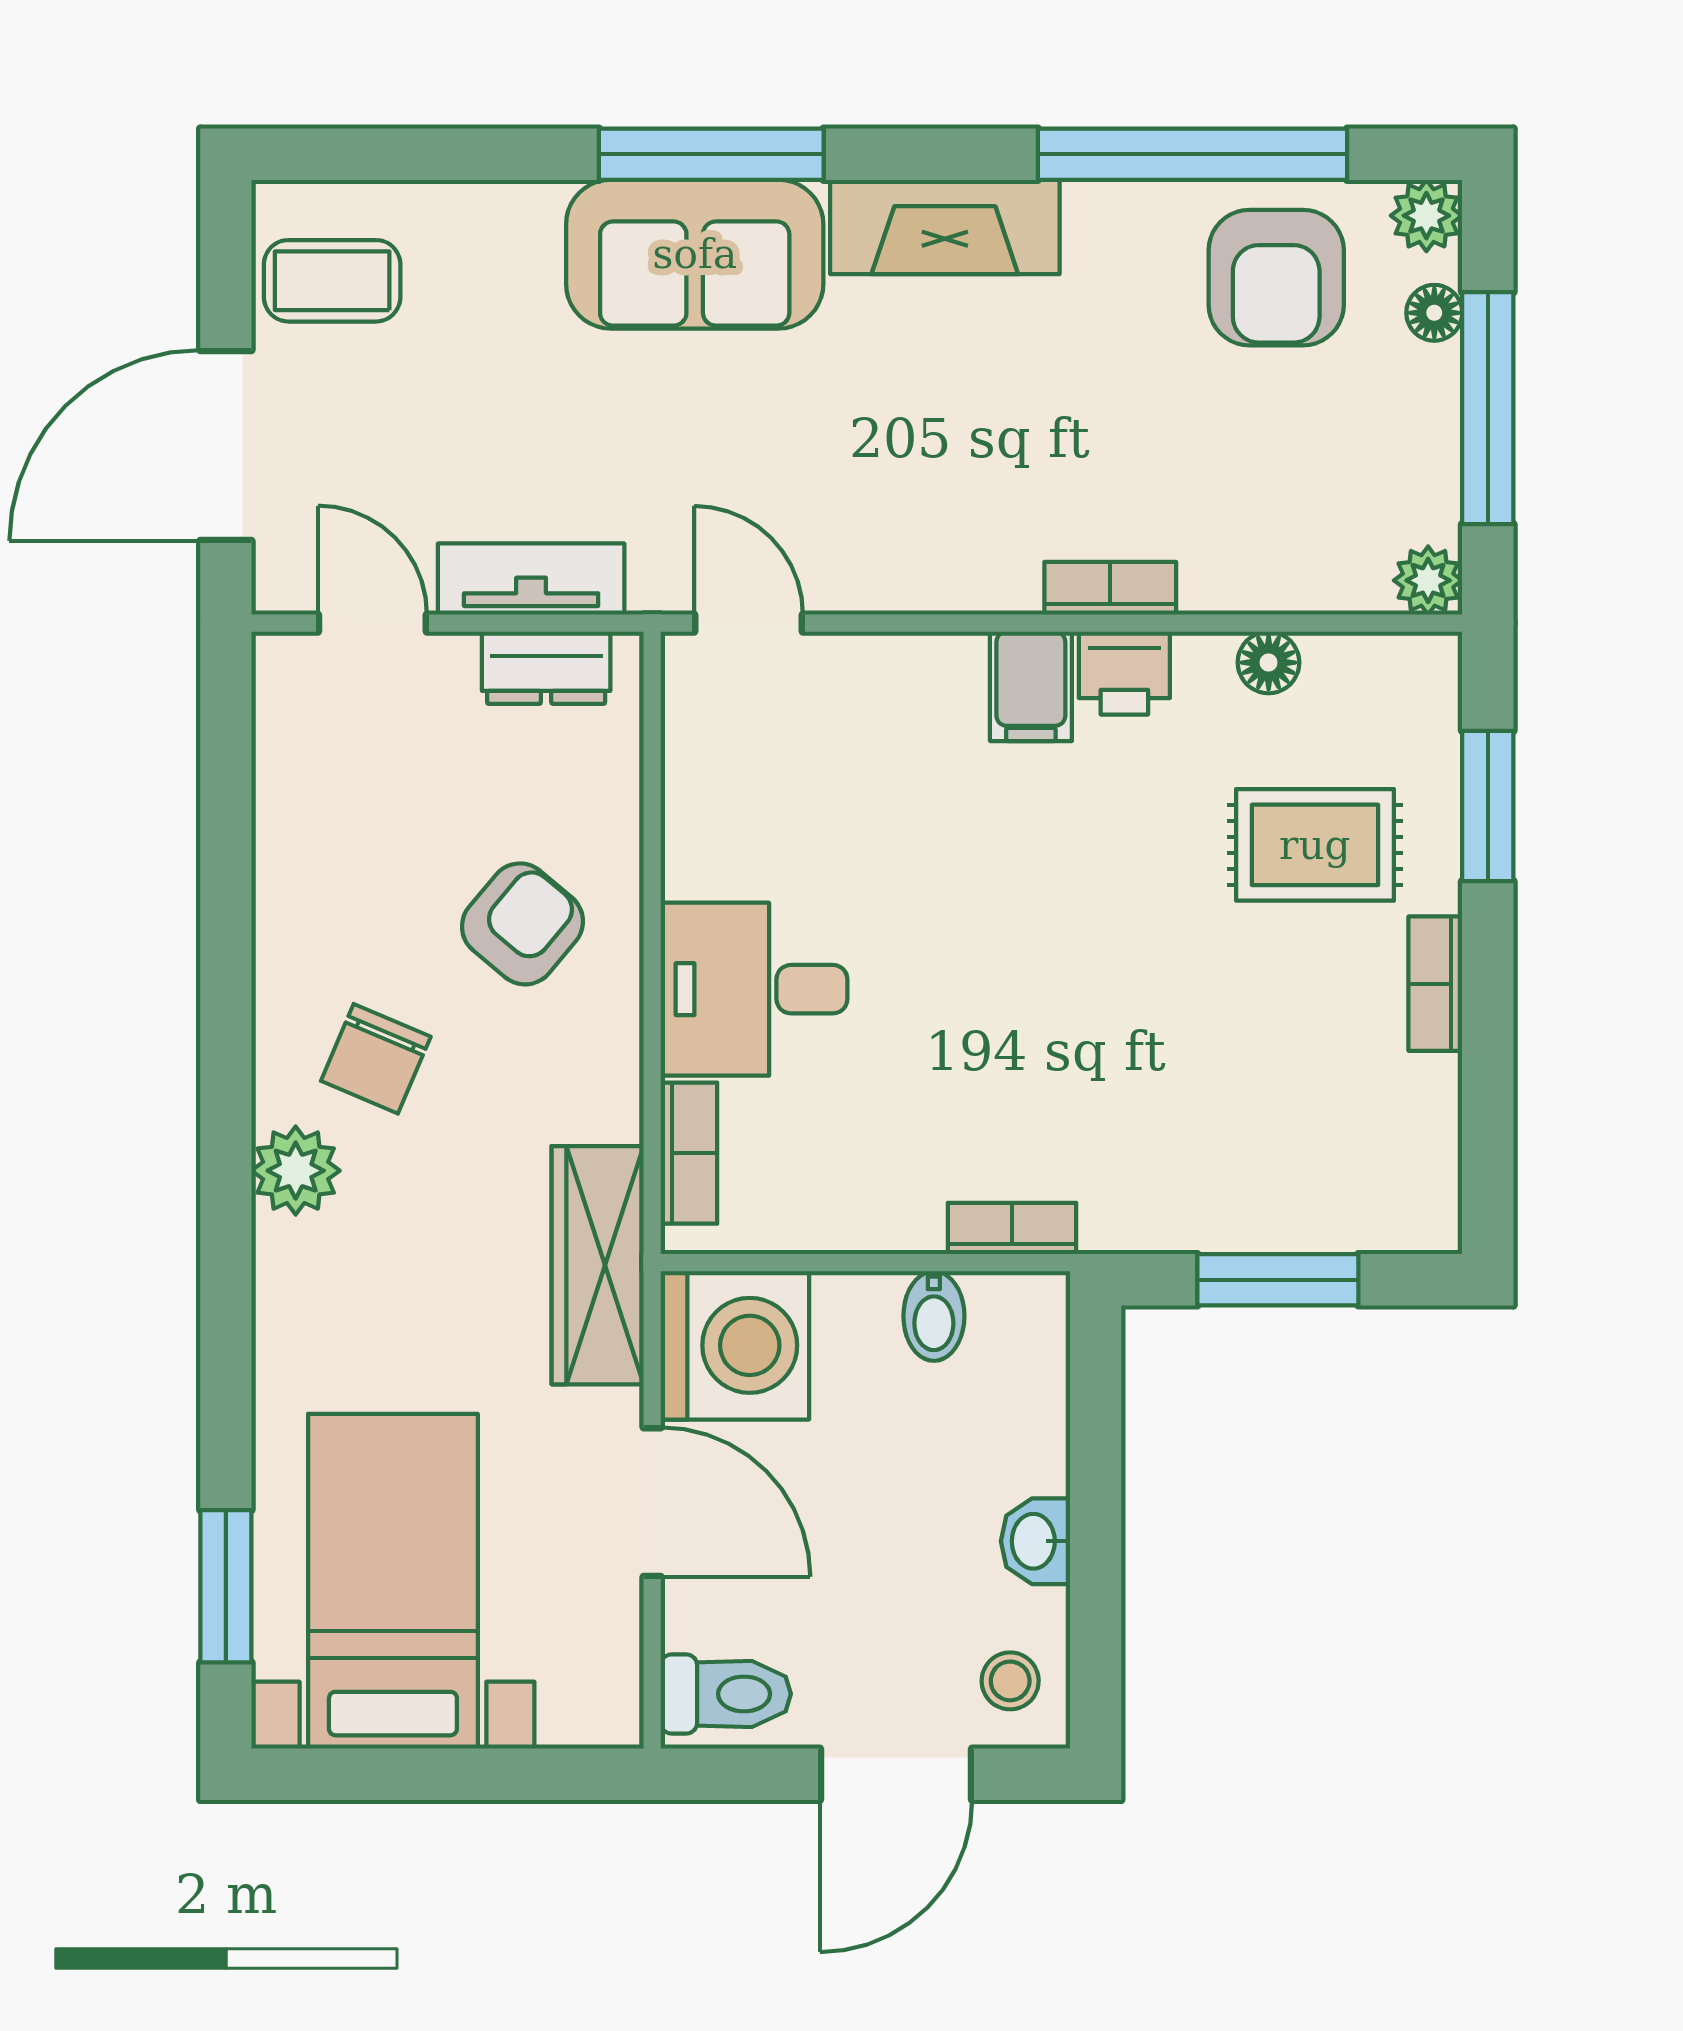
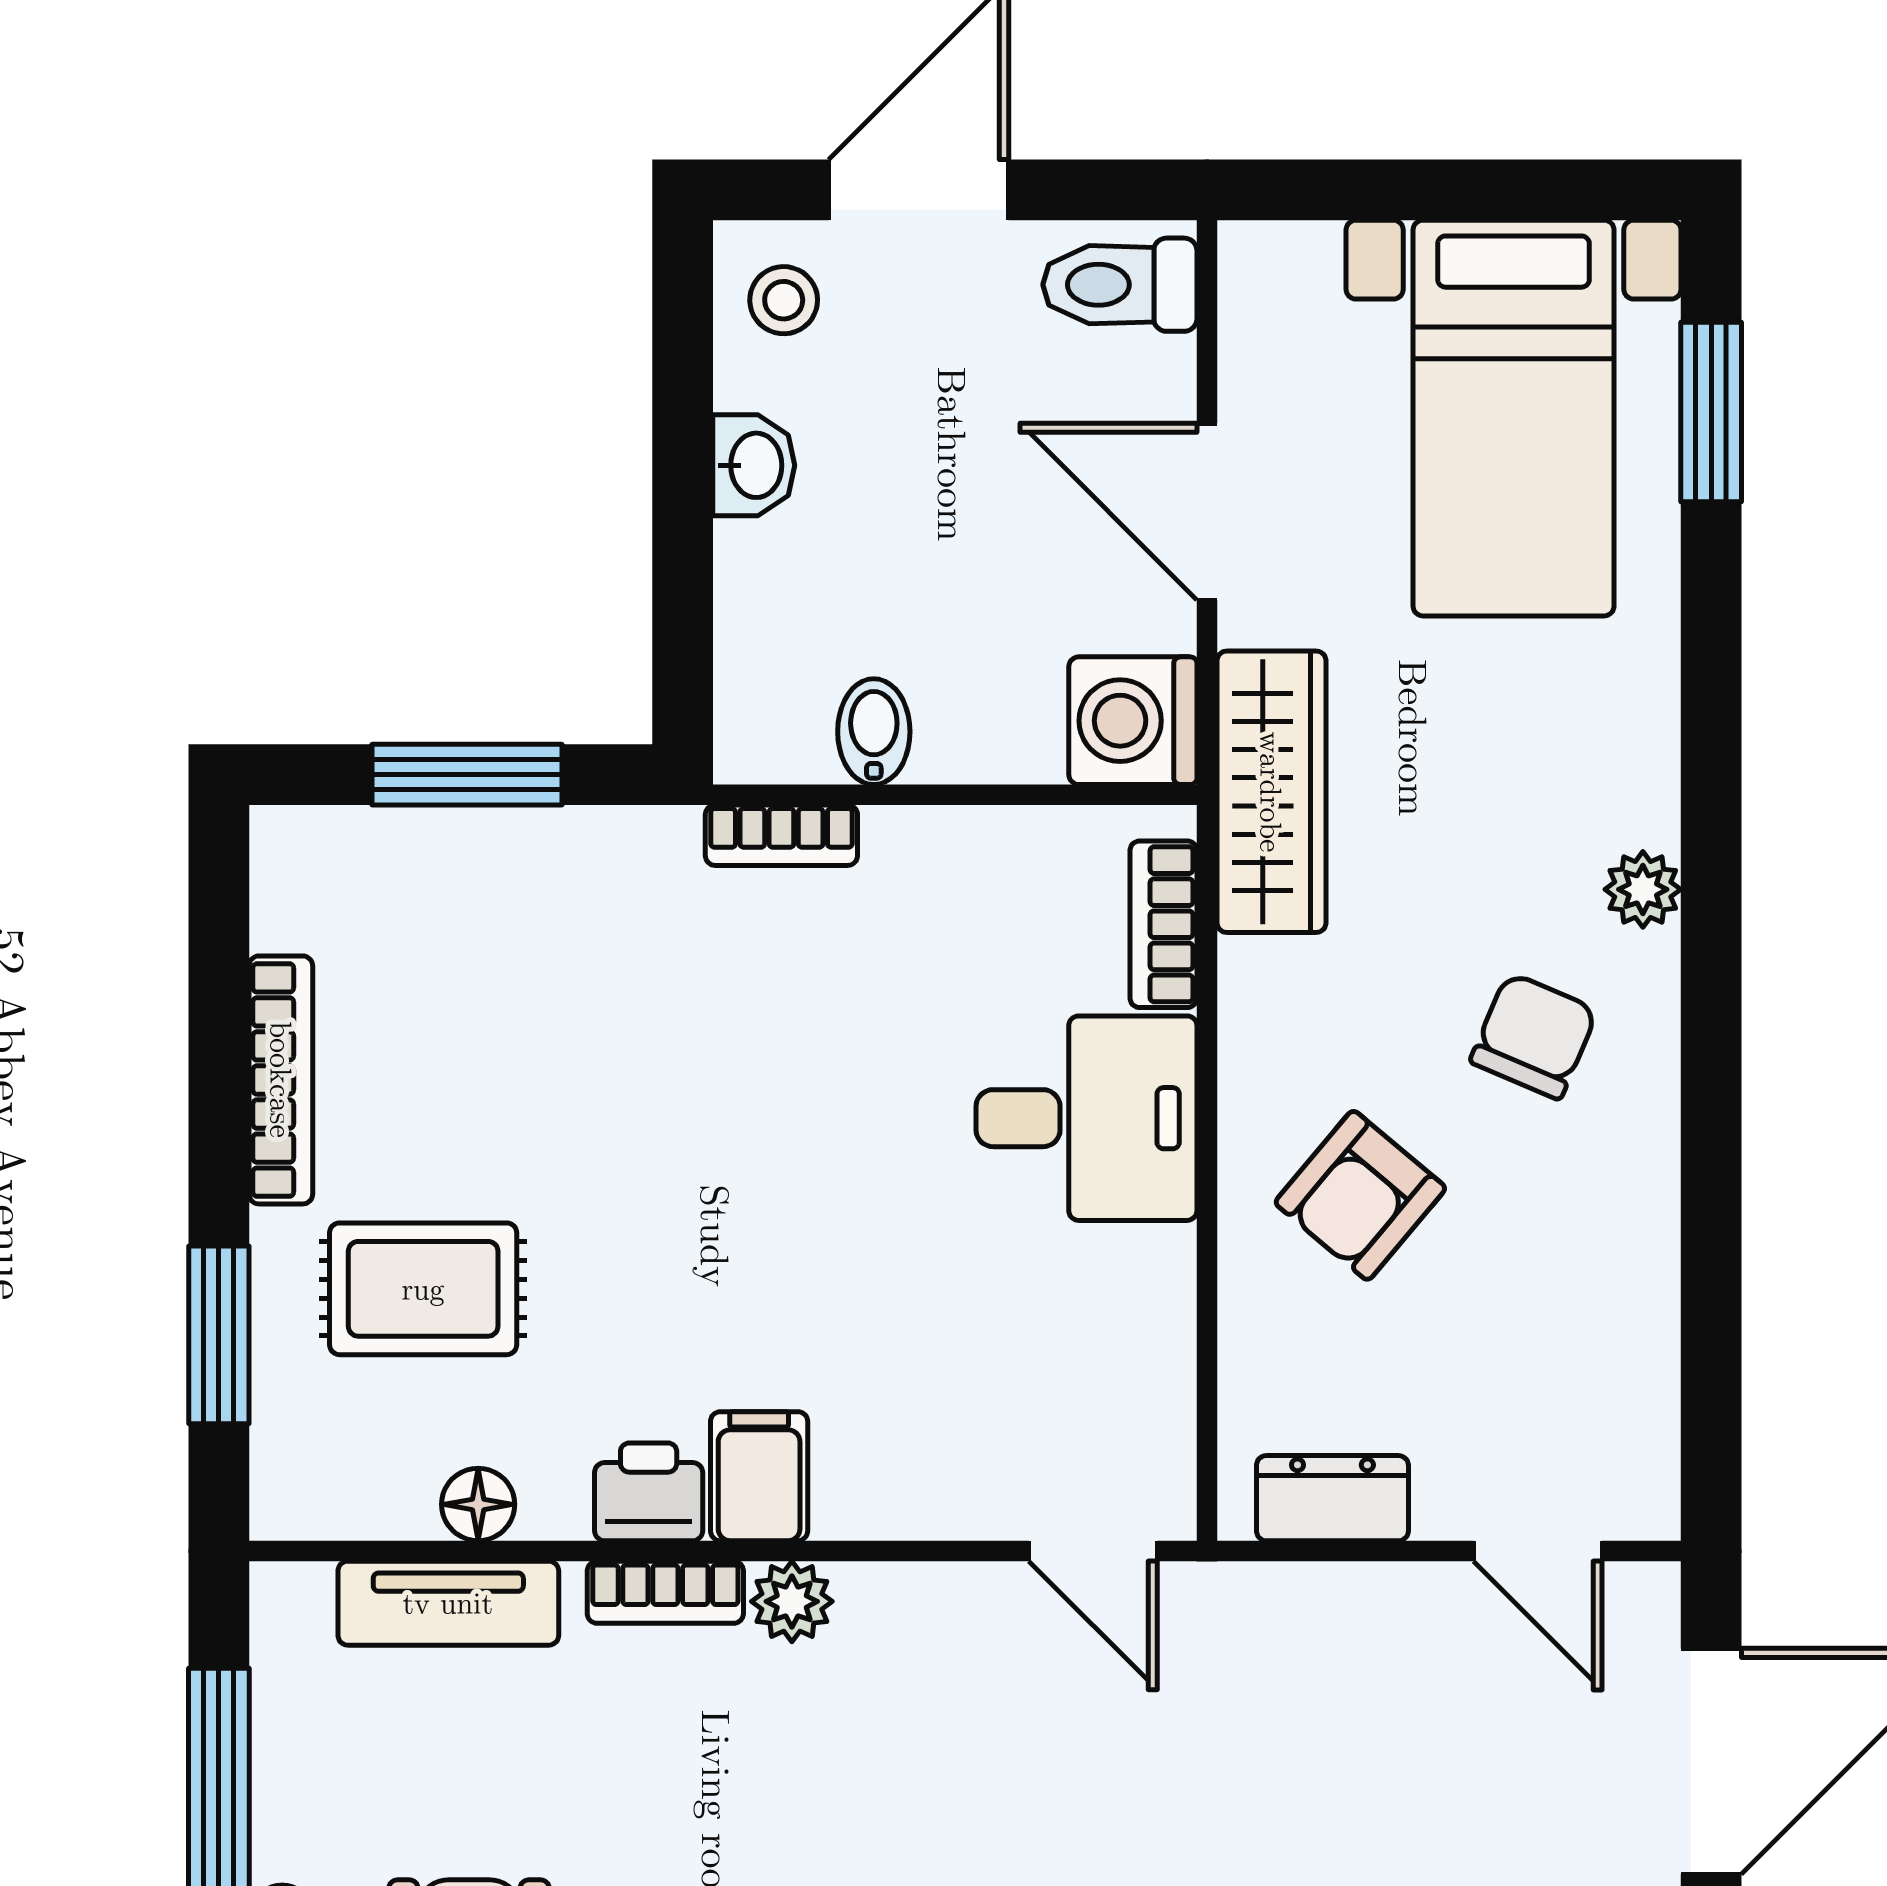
tv unit: (531, 579) -> (448, 1603), moved
plant: (1428, 580) -> (792, 1601), moved
bookcase: (1435, 984) -> (281, 1080), width x1.56
plant: (296, 1171) -> (1643, 889), width x0.73, depth x0.73
washing machine: (735, 1345) -> (1133, 721), width x0.73, depth x0.73

